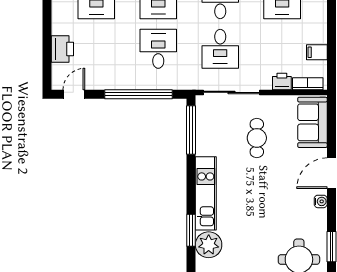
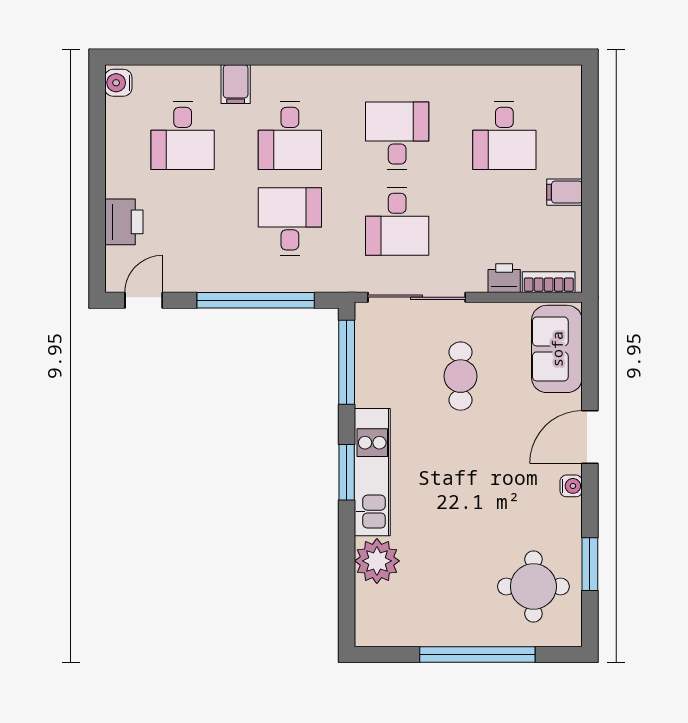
filing cabinet: (317, 52) -> (564, 192), moved
window: (191, 230) -> (347, 472), moved

